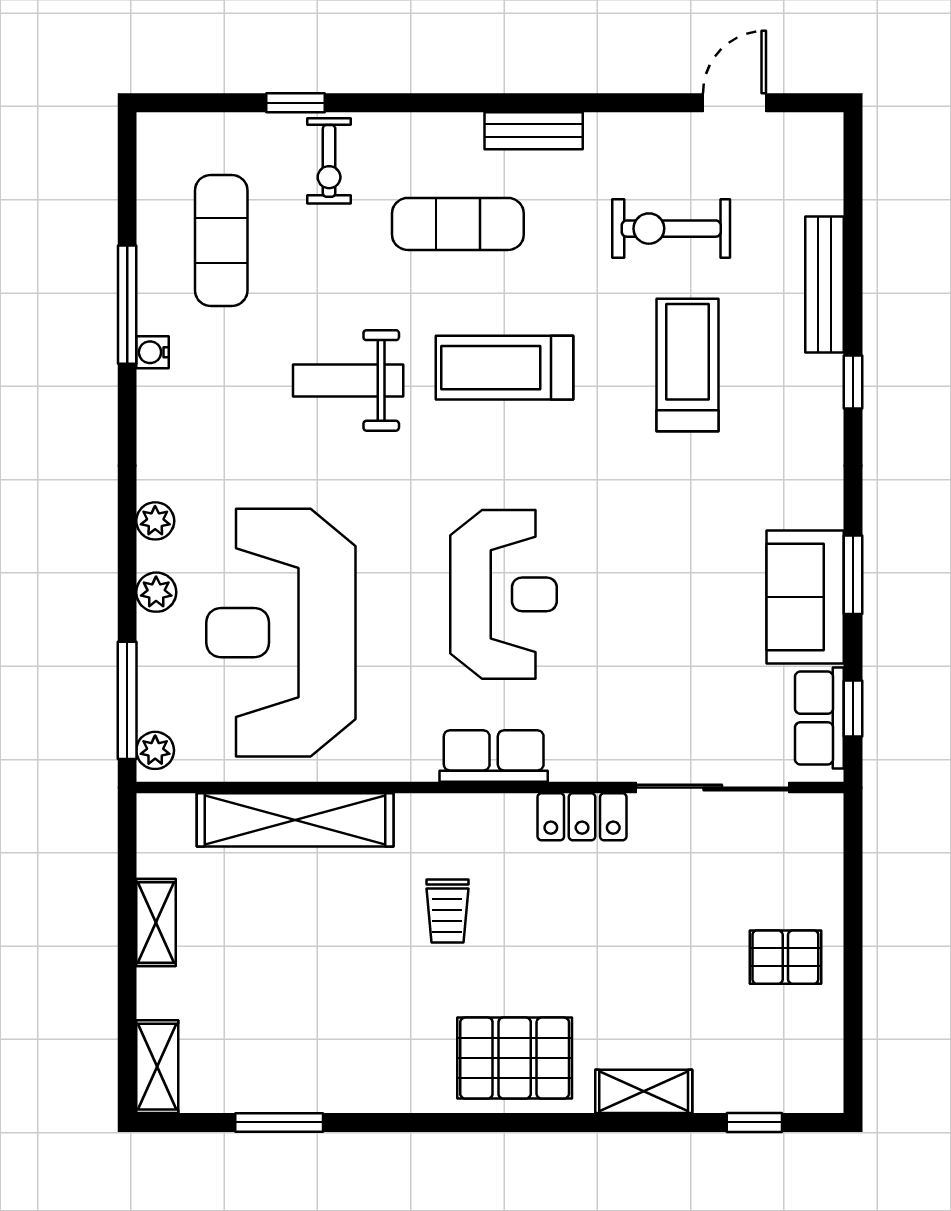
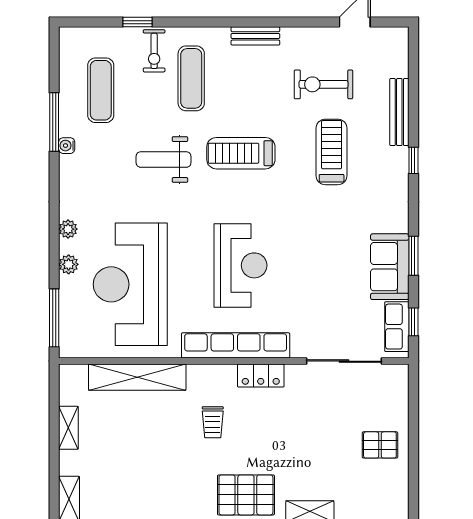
exercise mat: (458, 224) -> (191, 78), moved, turned 90
plant: (155, 750) -> (68, 343), removed
row of seats: (494, 756) -> (236, 345), width x2.02
locker: (582, 817) -> (261, 375), moved

